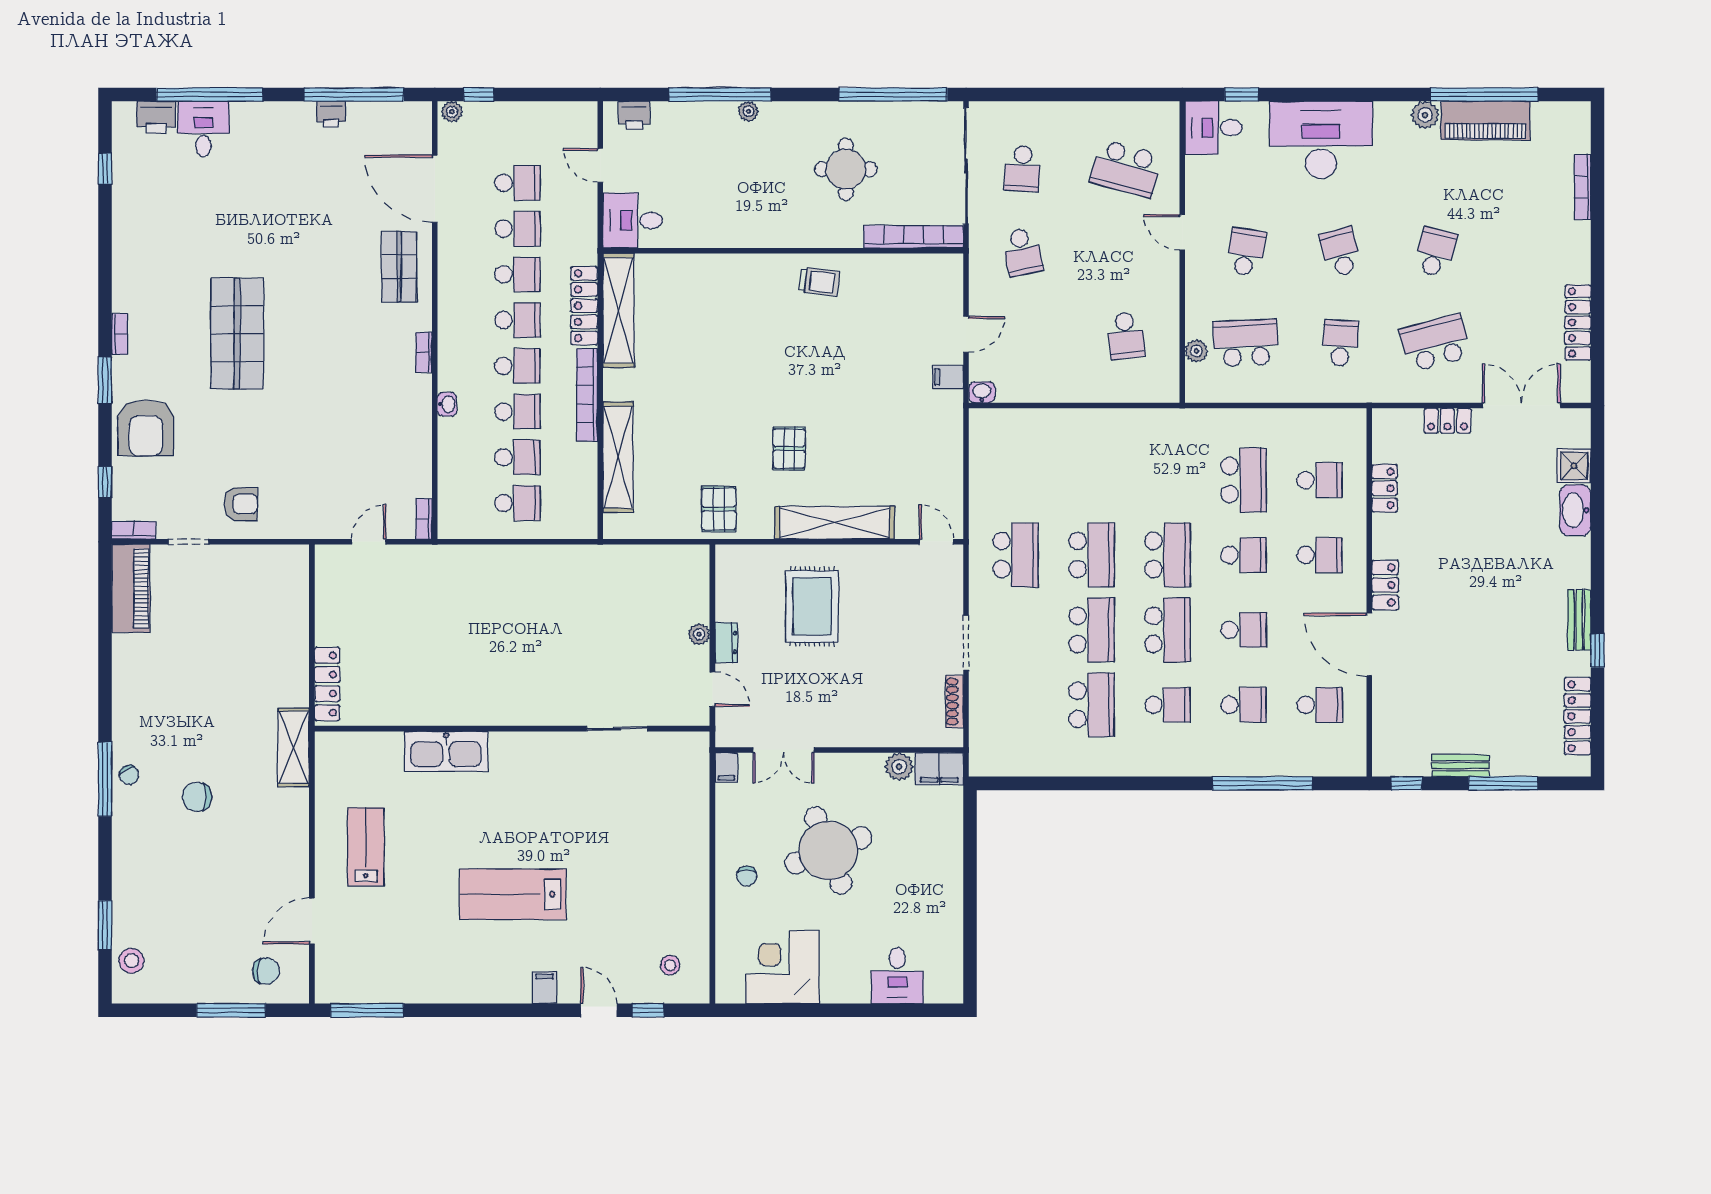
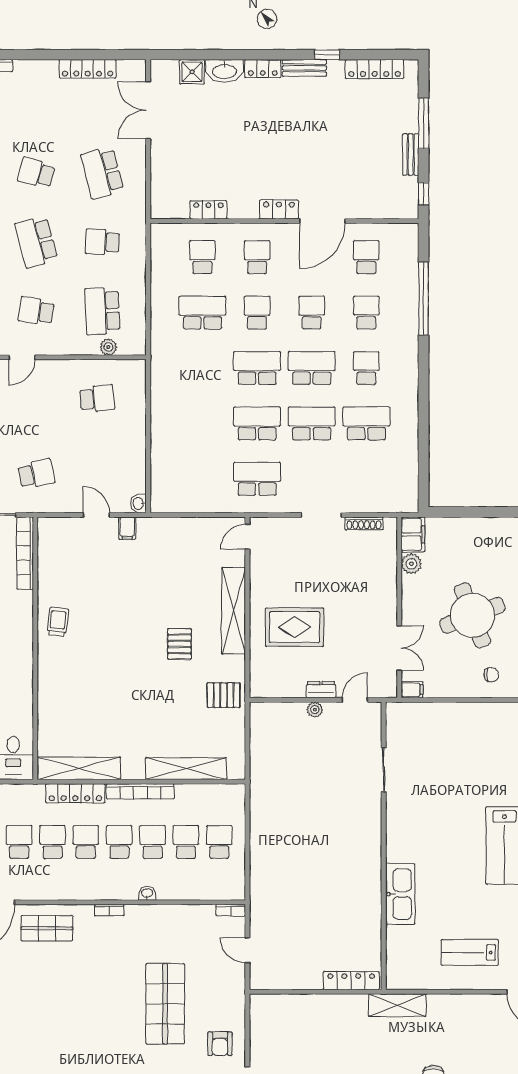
school desk: (1341, 252) -> (36, 242), width x1.85
shop shelf: (237, 334) -> (165, 1004), moved, turned 90
locker: (1447, 421) -> (263, 69), moved, turned 90
pallet: (789, 448) -> (179, 644), turned 90
armchair: (241, 504) -> (220, 1044), turned 180

